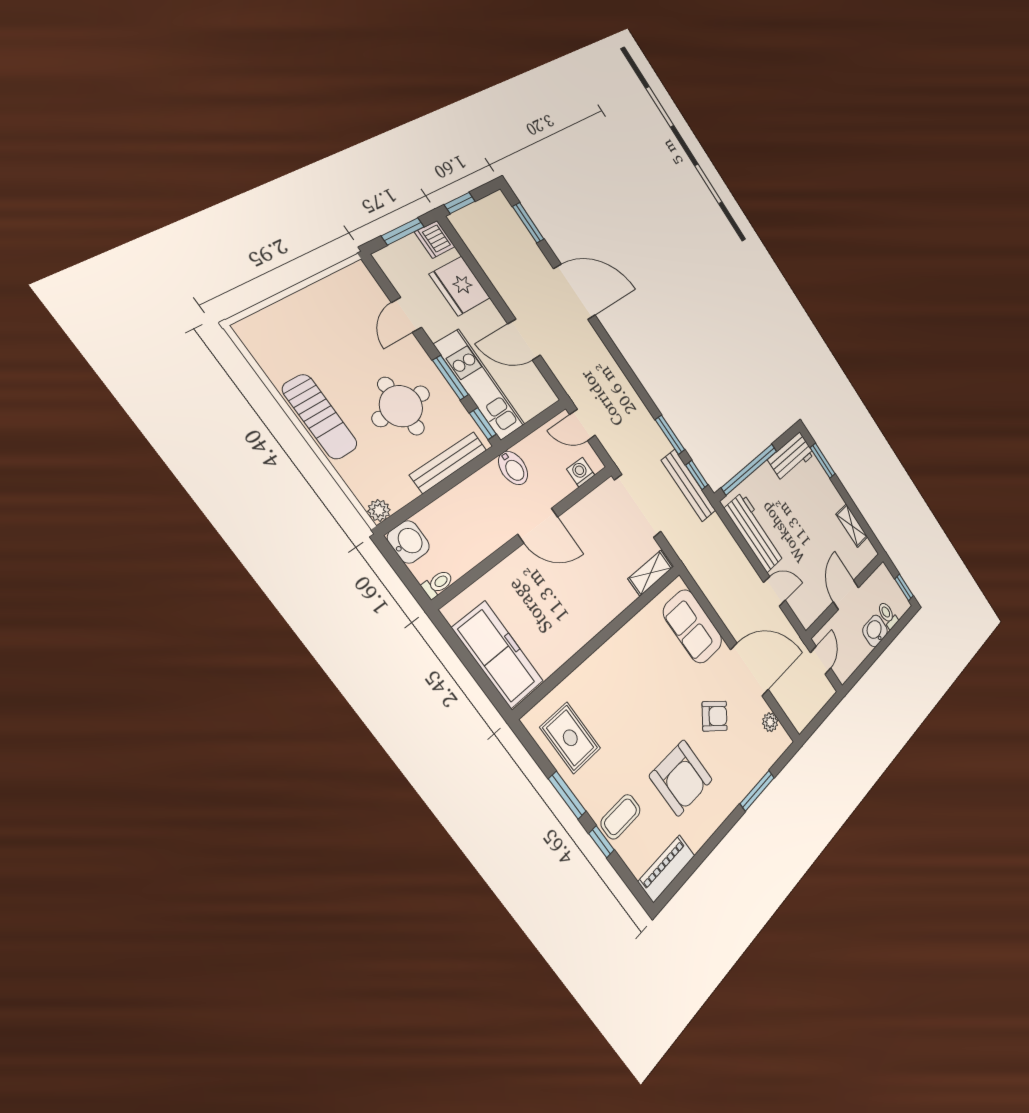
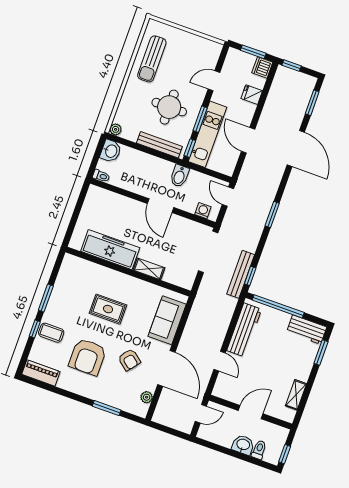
fridge: (460, 286) -> (252, 95), width x0.53, depth x0.75
sun lounger: (320, 417) -> (152, 59), moved
window: (670, 435) -> (272, 215), moved
shelving: (650, 573) -> (149, 269), moved
freezer: (498, 655) -> (110, 250), moved, turned -90
rug: (570, 738) -> (108, 309), moved, turned 90

